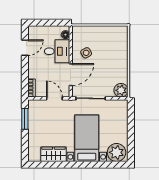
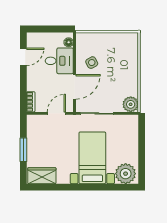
door: (54, 98) -> (56, 113), hinge flipped
window: (25, 119) -> (23, 150), moved
wardrobe: (53, 154) -> (42, 176), moved

